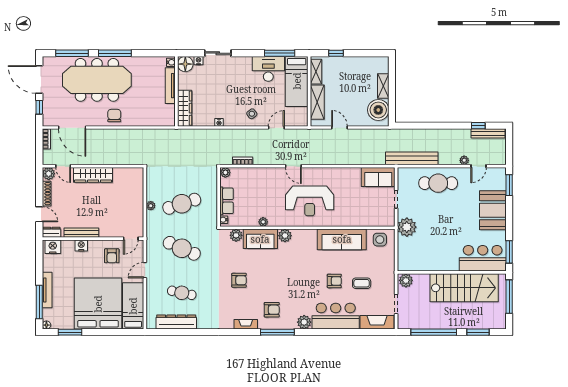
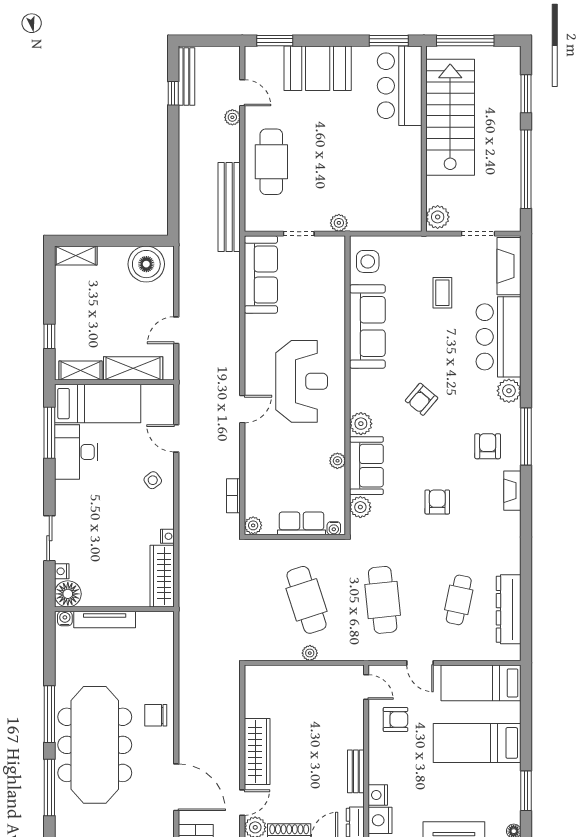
shelving: (383, 86) -> (76, 256), moved
wardrobe: (185, 108) -> (162, 576), moved, turned -90
door: (72, 128) -> (176, 787), hinge flipped
sofa: (378, 177) -> (261, 274), width x1.36
plant: (407, 227) -> (339, 223), width x0.53, depth x0.53
bench: (81, 233) -> (356, 771), width x0.73
nightstand: (81, 245) -> (378, 795), moved
cafe table: (182, 248) -> (383, 600), turned -30
armchair: (334, 281) -> (422, 399), moved, turned -140
bed: (98, 304) -> (477, 743), width x0.49

